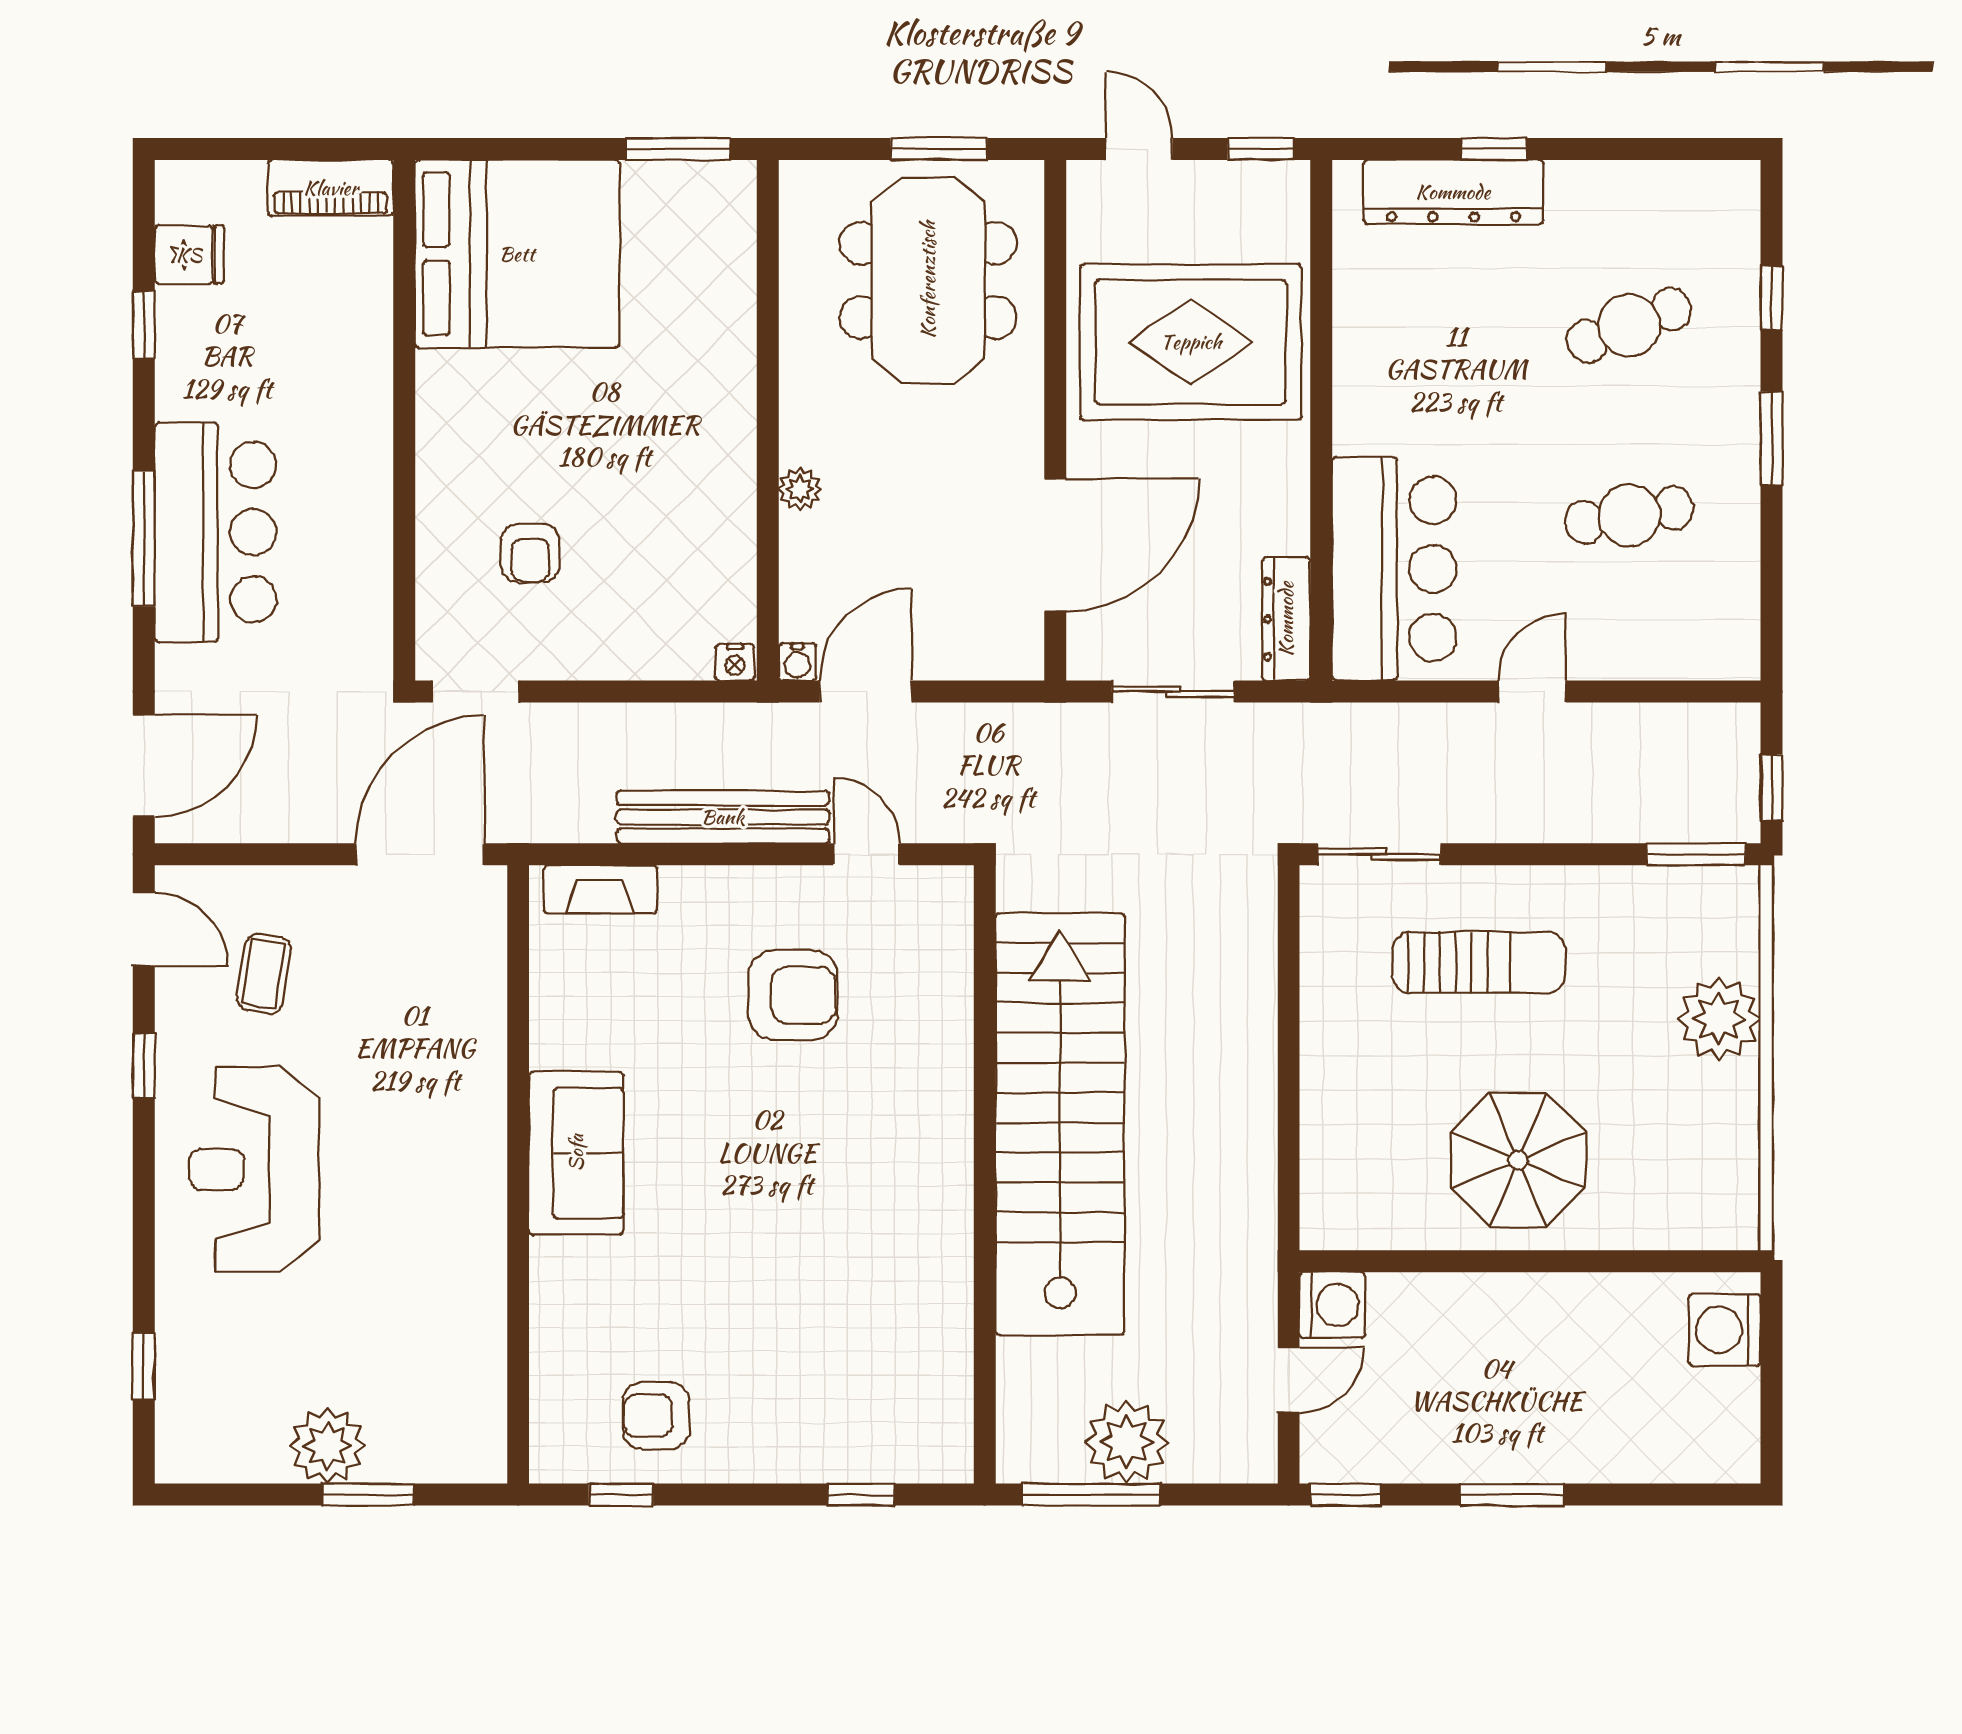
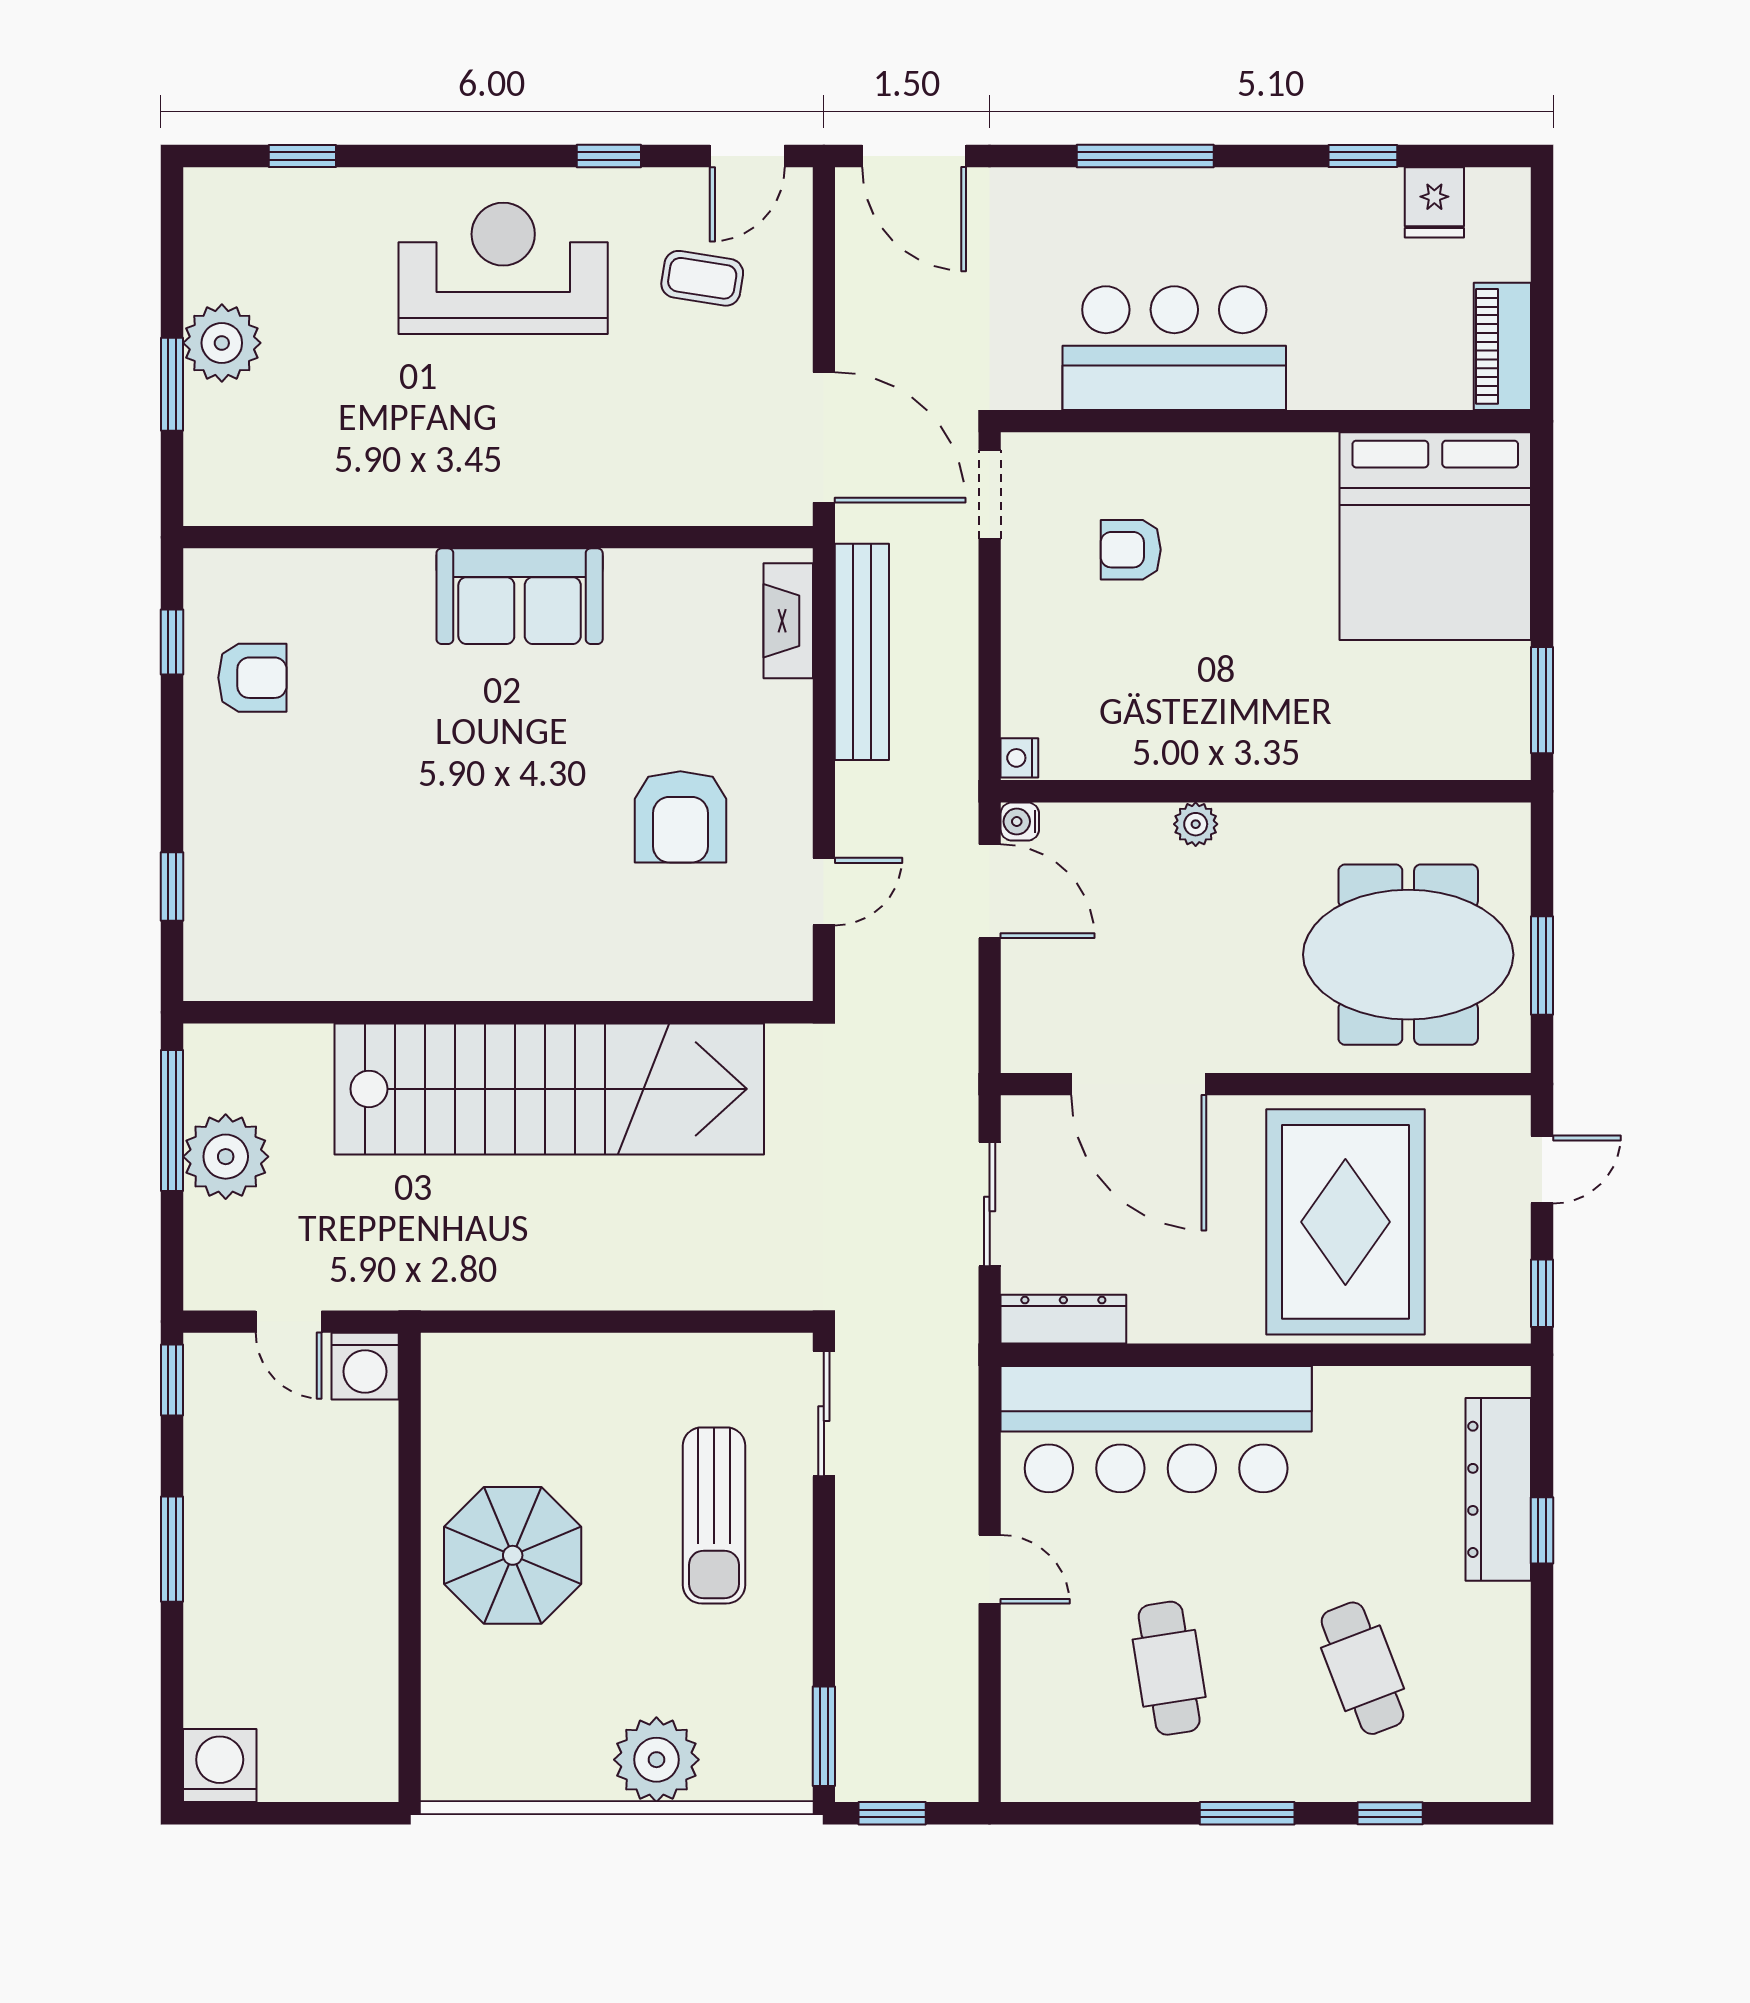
bar counter: (215, 532) -> (1174, 348), moved, turned 180
bar counter: (1394, 569) -> (1156, 1429), width x1.36
bench: (723, 817) -> (862, 652), moved
washing machine: (1725, 1330) -> (220, 1766), moved
armchair: (656, 1416) -> (252, 678), turned 90

